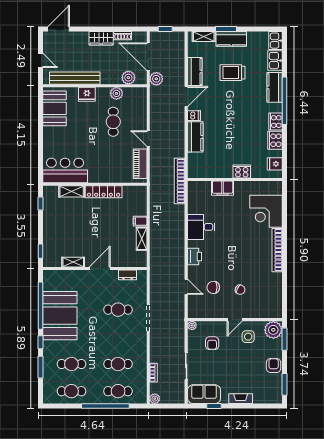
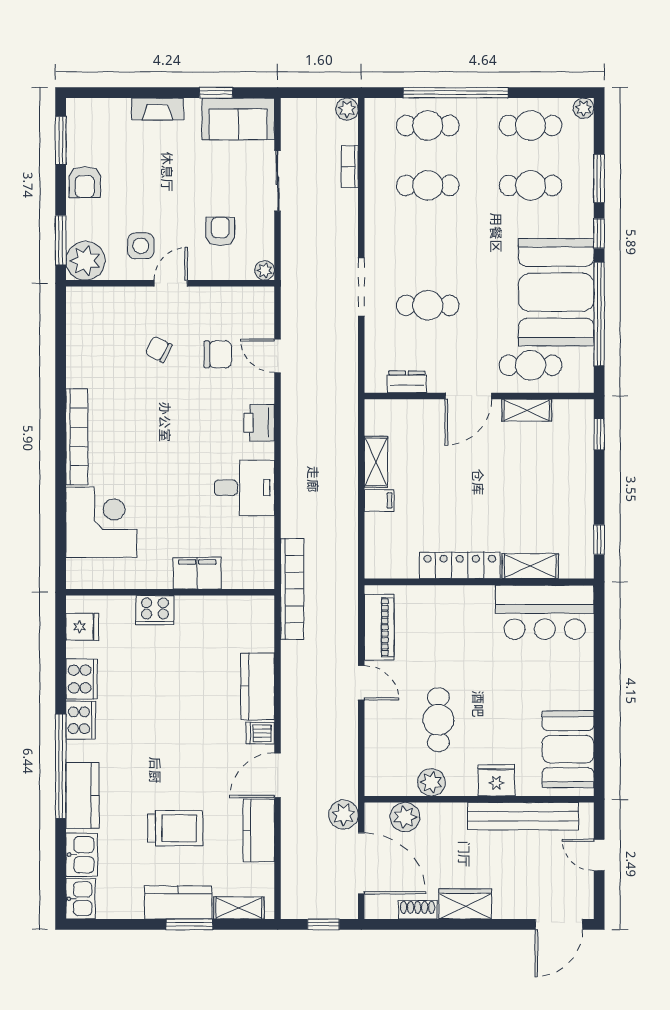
cafe table: (71, 282) -> (531, 365), added
plant: (47, 399) -> (584, 108), added

